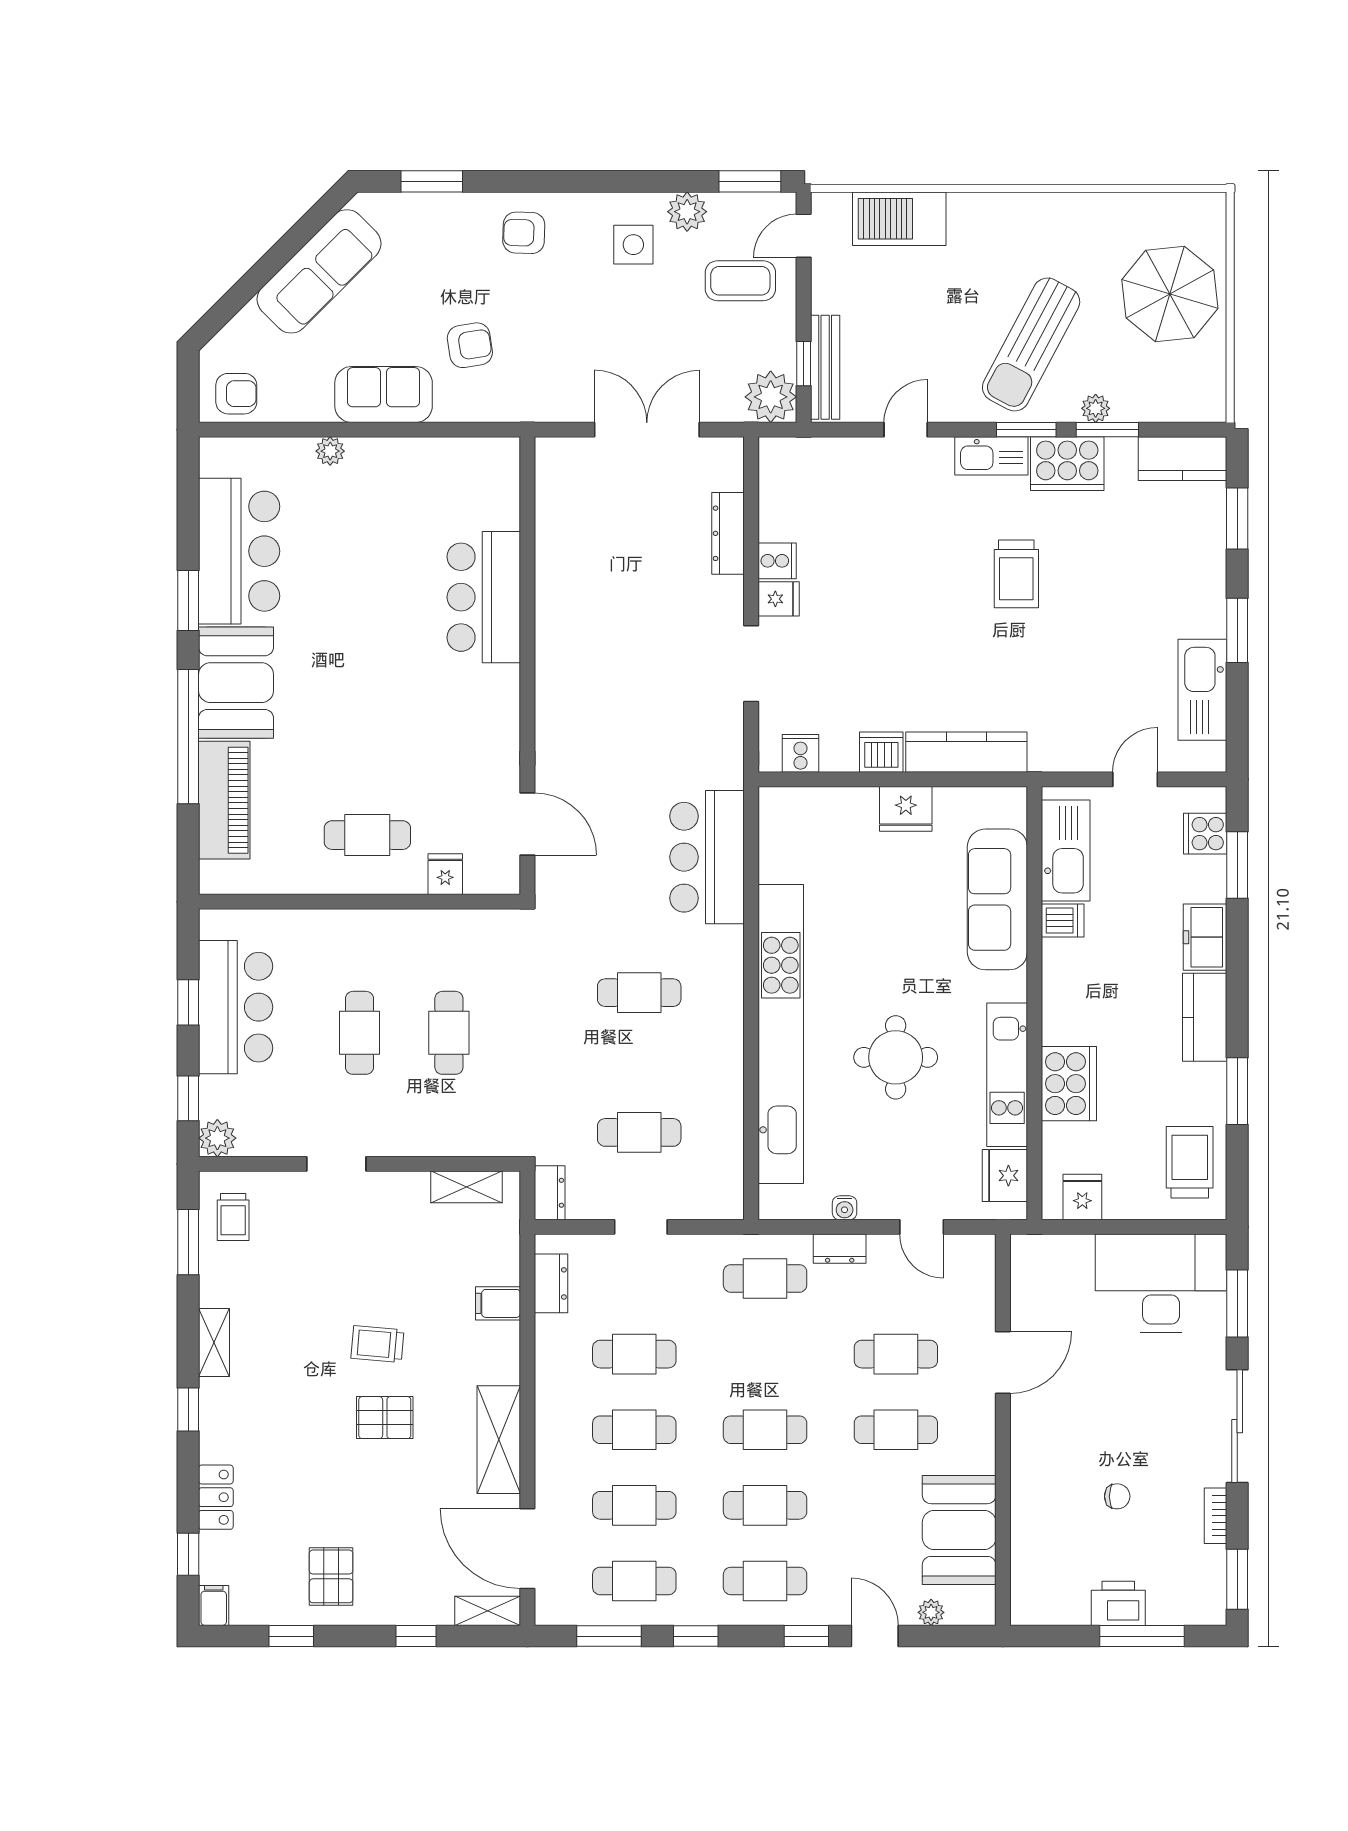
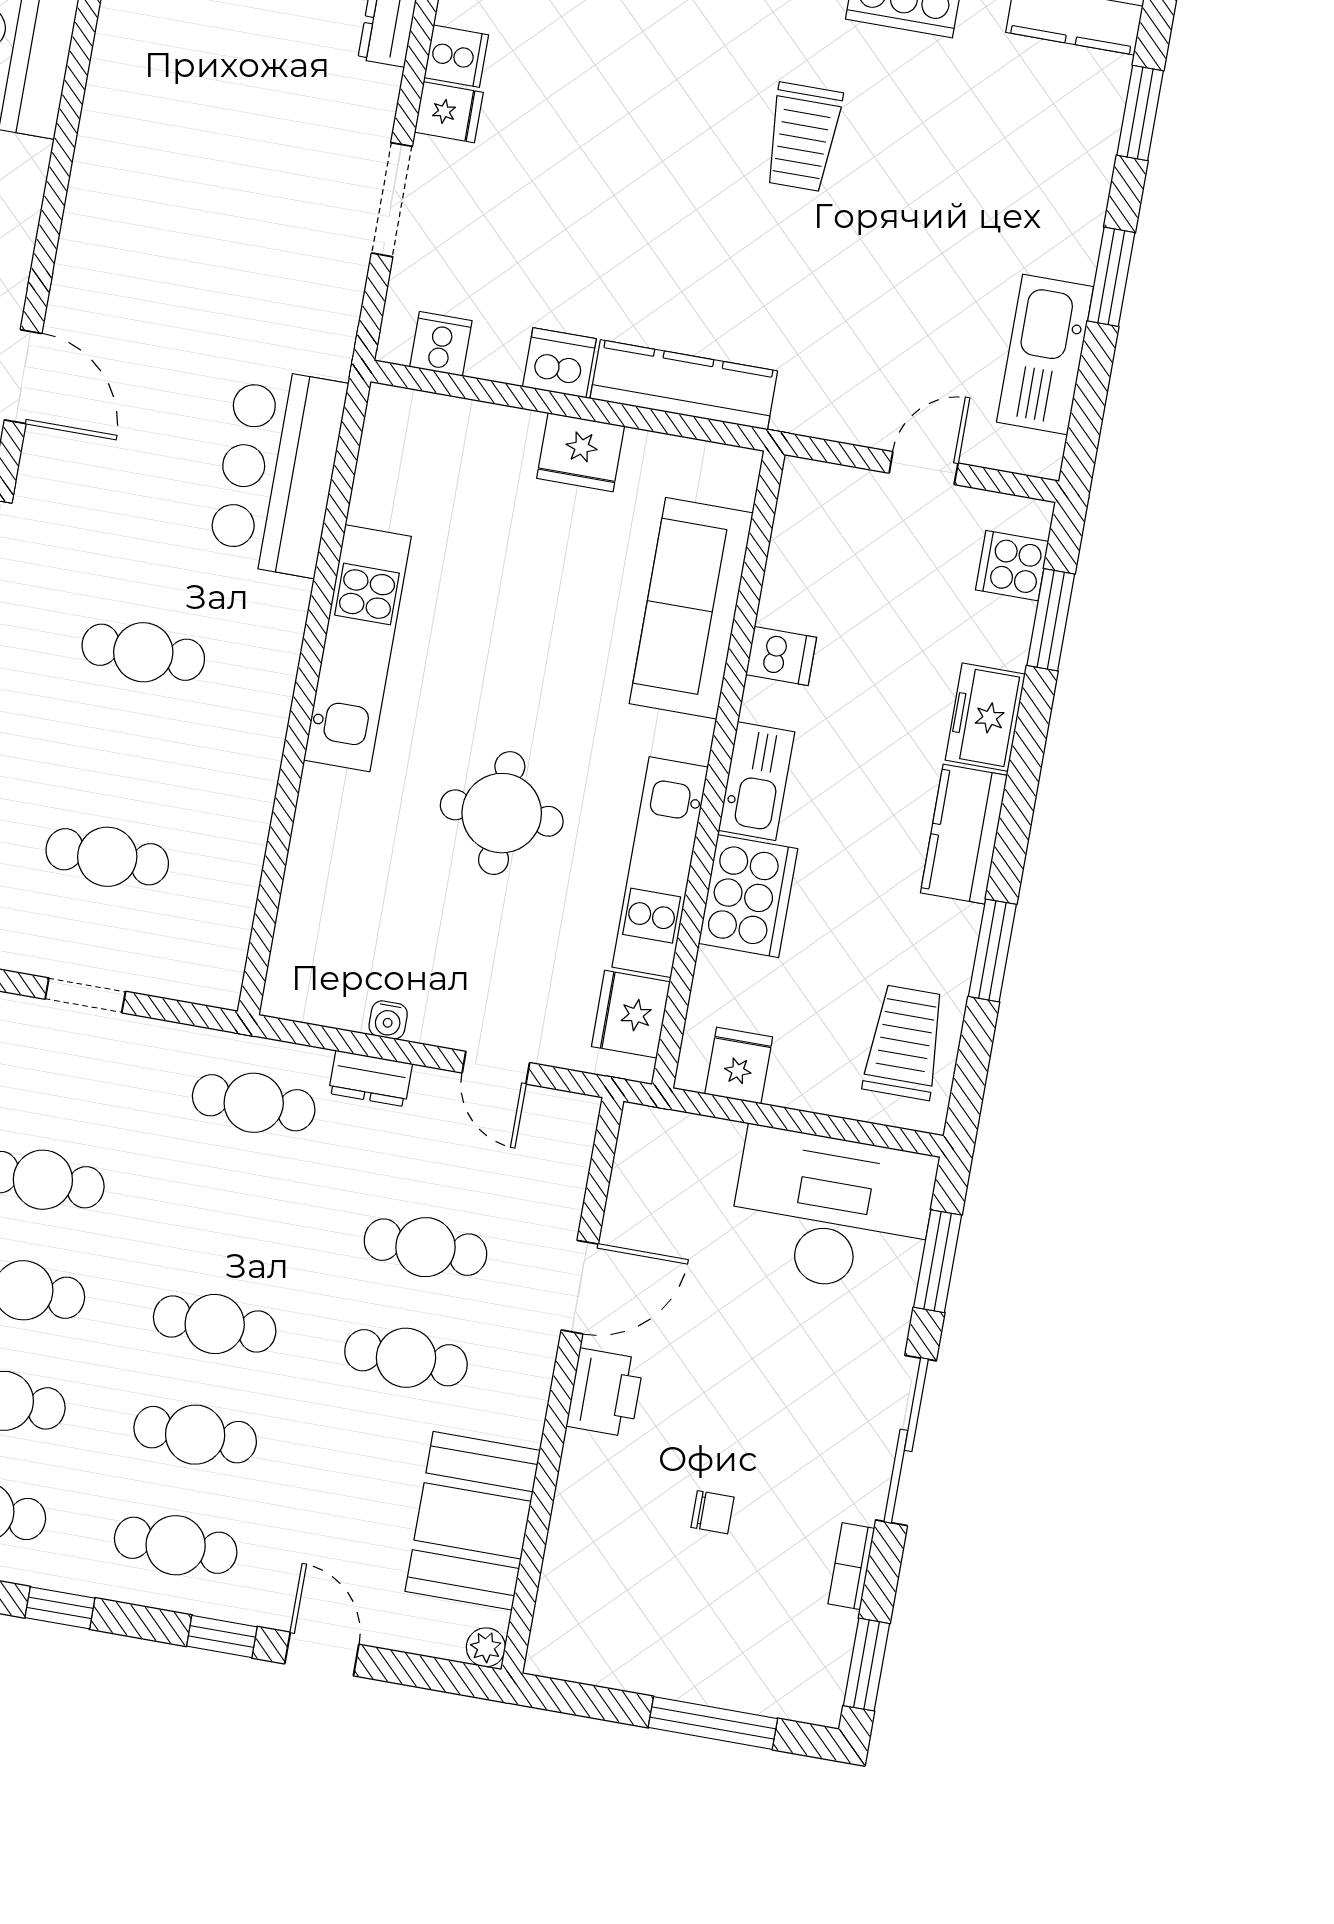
kitchen sink: (1066, 851) -> (757, 781), moved, width x0.73, depth x0.81
kitchen unit: (781, 1034) -> (357, 648), width x0.54
printer: (1118, 1603) -> (605, 1393), moved, turned 90
plant: (931, 1612) -> (486, 1647), moved

